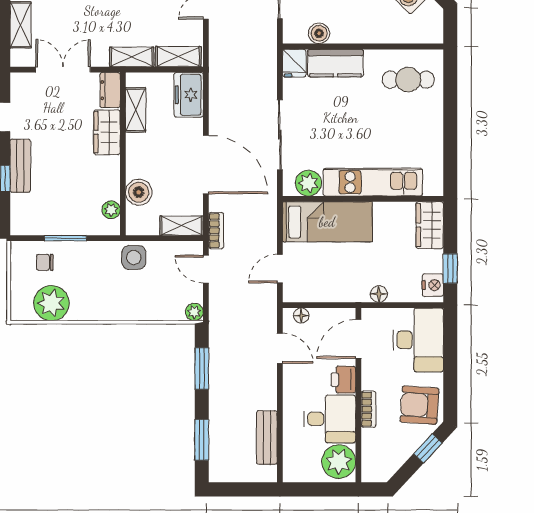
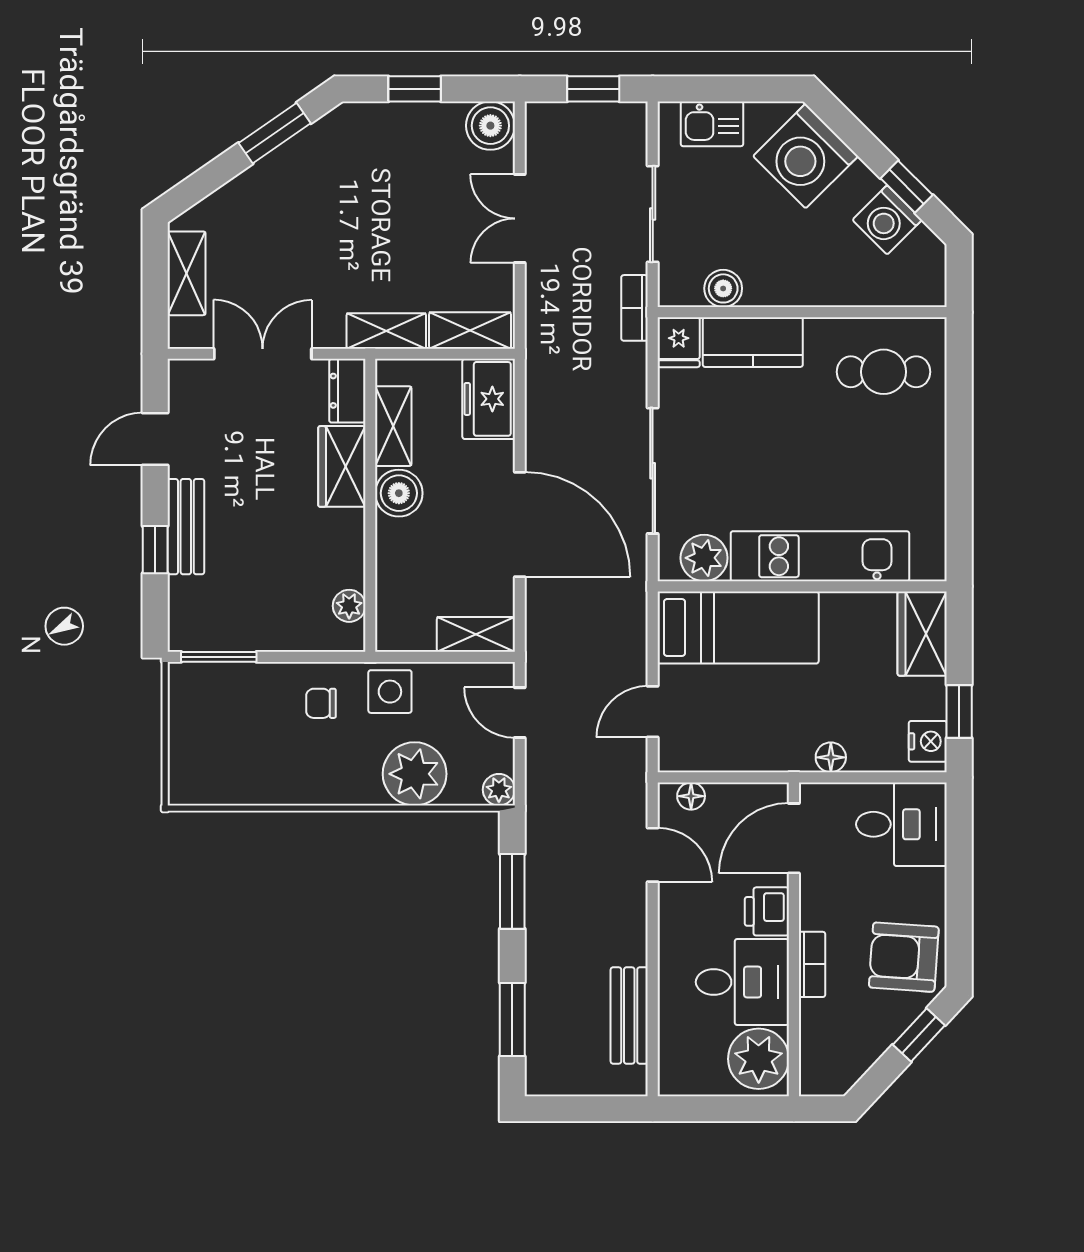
boiler: (139, 192) -> (399, 493), moved
bookcase: (216, 231) -> (634, 308), moved, turned 180
window: (66, 238) -> (219, 657), moved
chair: (45, 262) -> (321, 703), moved
plant: (51, 303) -> (415, 774), moved
desk: (418, 340) -> (901, 824), width x0.73

